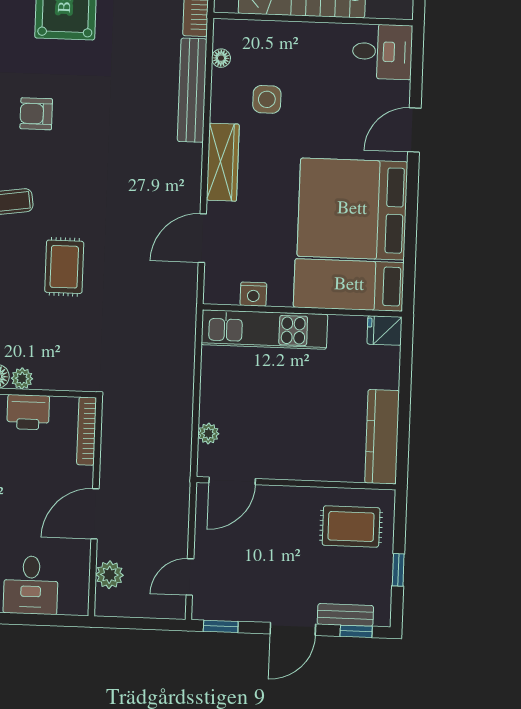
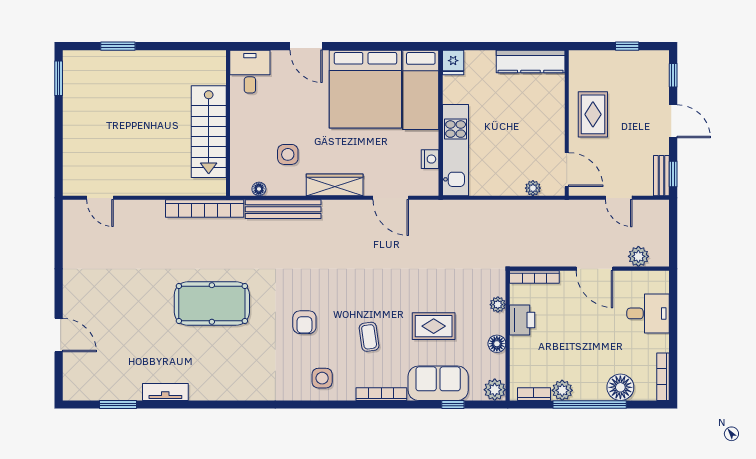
rug: (64, 267) -> (434, 326), moved
plant: (22, 378) -> (498, 305), moved
rug: (351, 527) -> (593, 114), moved
door: (190, 577) -> (619, 198), moved
bench: (345, 615) -> (661, 176), moved

